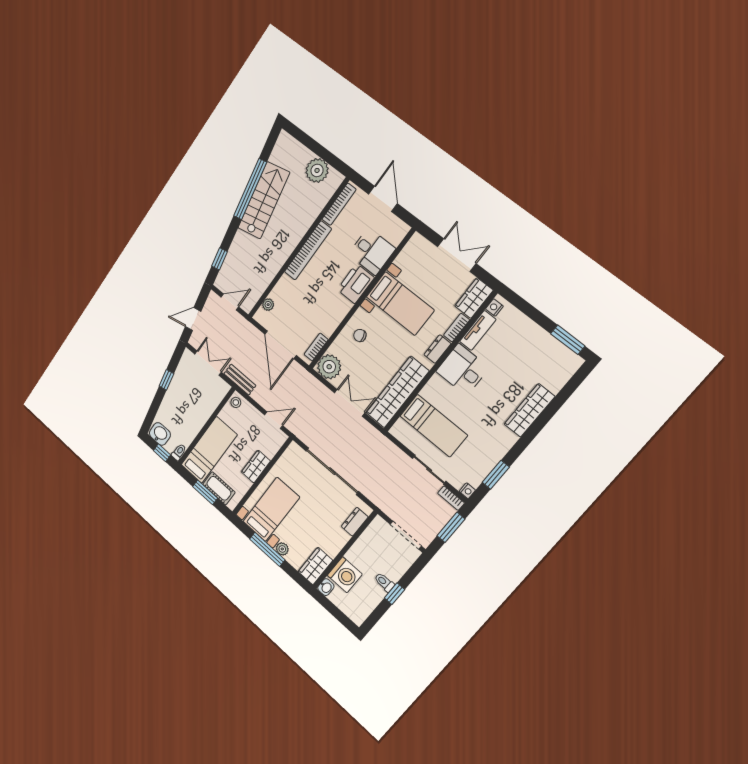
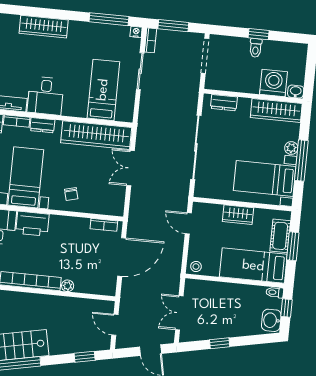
plant: (268, 305) -> (68, 286), moved
plant: (329, 367) -> (113, 204), removed
bench: (240, 380) -> (174, 275), removed
window: (496, 475) -> (109, 19), width x1.44
wardrobe: (315, 566) -> (276, 110), width x1.50

